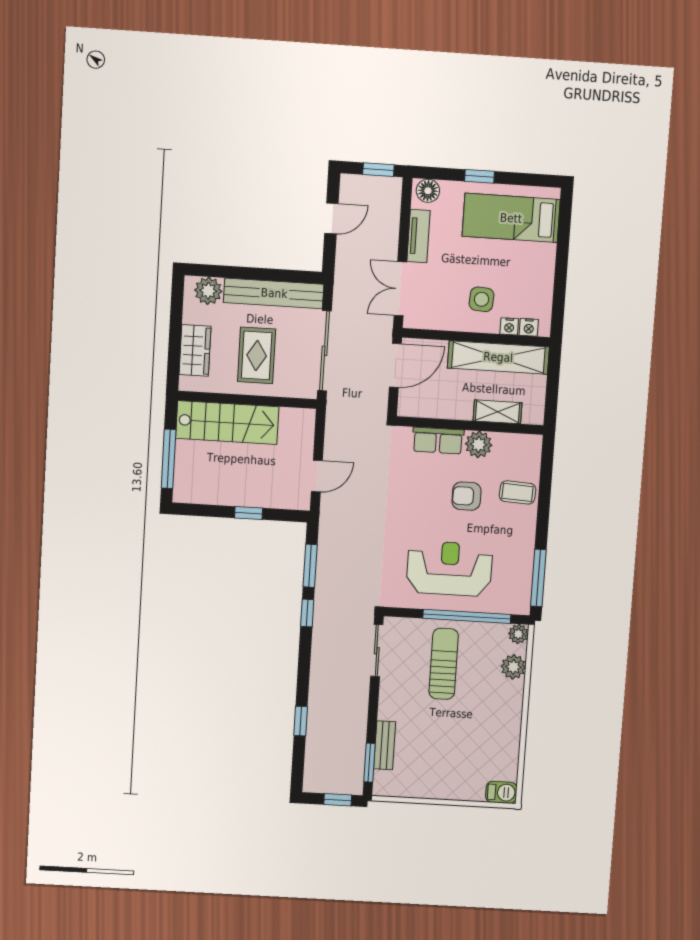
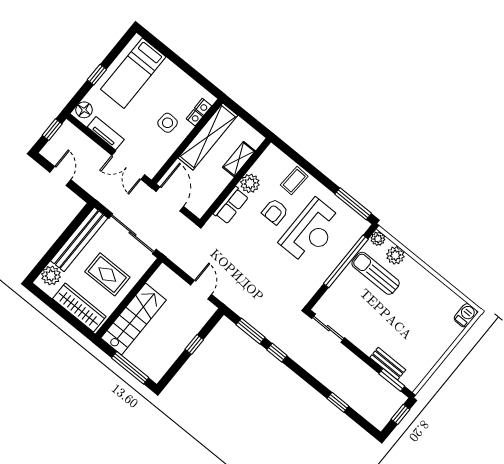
wardrobe: (195, 350) -> (79, 308), width x1.50
reception desk: (449, 569) -> (311, 231), moved, turned 180
sun lounger: (444, 664) -> (376, 273), moved

